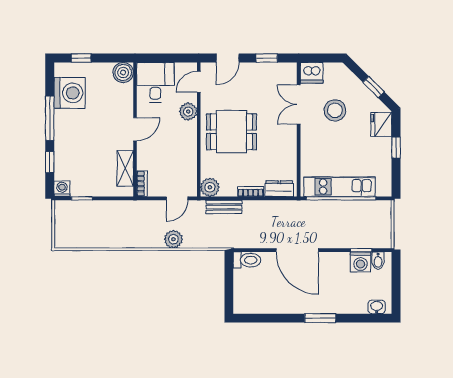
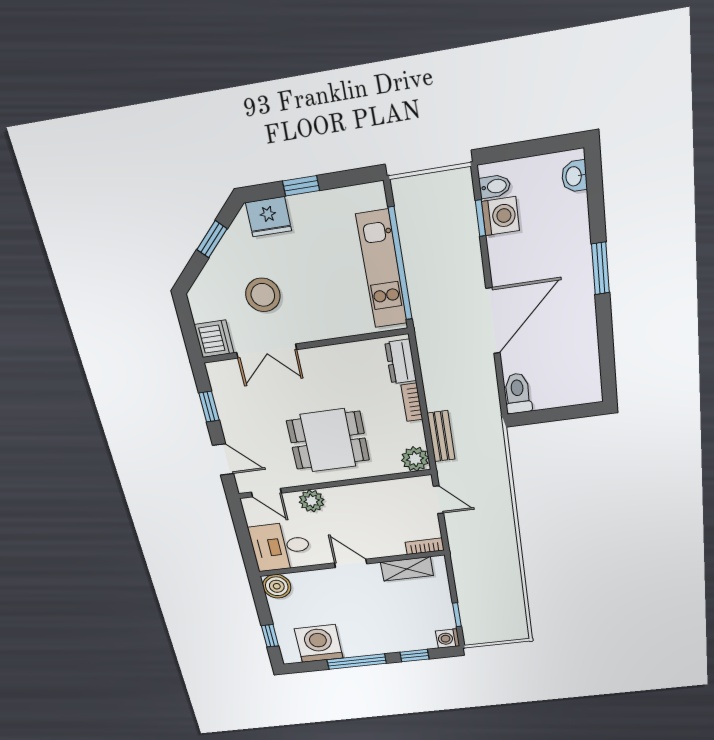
dining table: (231, 132) -> (328, 440), turned 90
plant: (173, 239) -> (499, 497), removed

